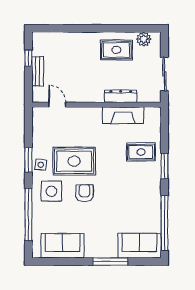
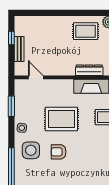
window: (28, 160) -> (11, 106), moved
rug: (74, 161) -> (61, 119), moved
armchair: (84, 193) -> (59, 152), turned -90

